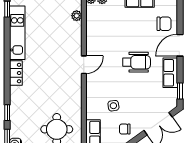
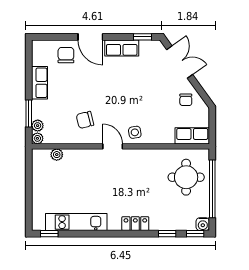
chair: (107, 40) -> (85, 120), added
wheelchair: (136, 62) -> (110, 87), removed
locker: (16, 73) -> (135, 224), moved
side table: (113, 106) -> (135, 132), moved

